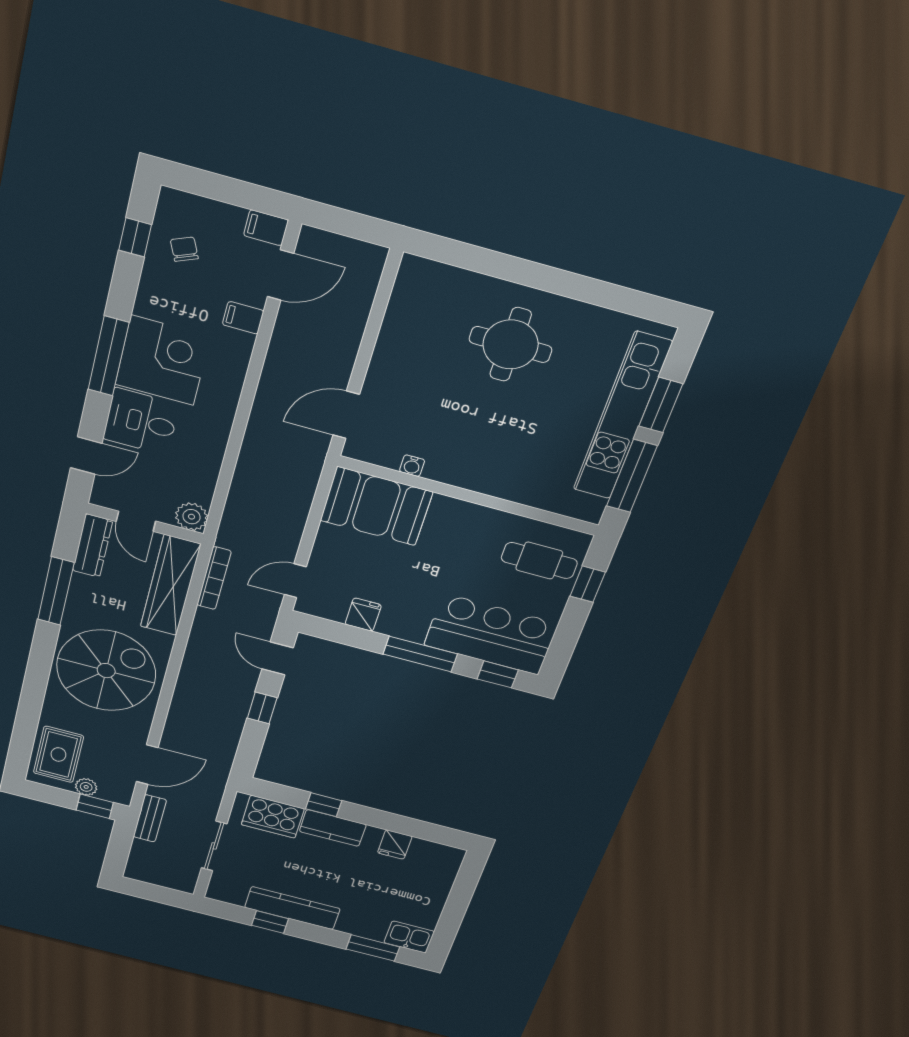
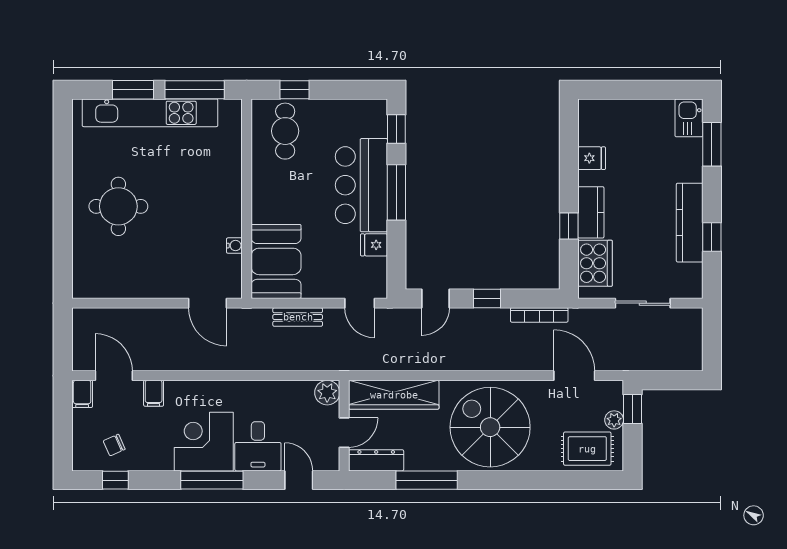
bookcase: (214, 578) -> (539, 315), moved, turned 180
bar counter: (491, 634) -> (361, 185), moved
bench: (150, 818) -> (298, 317), moved

